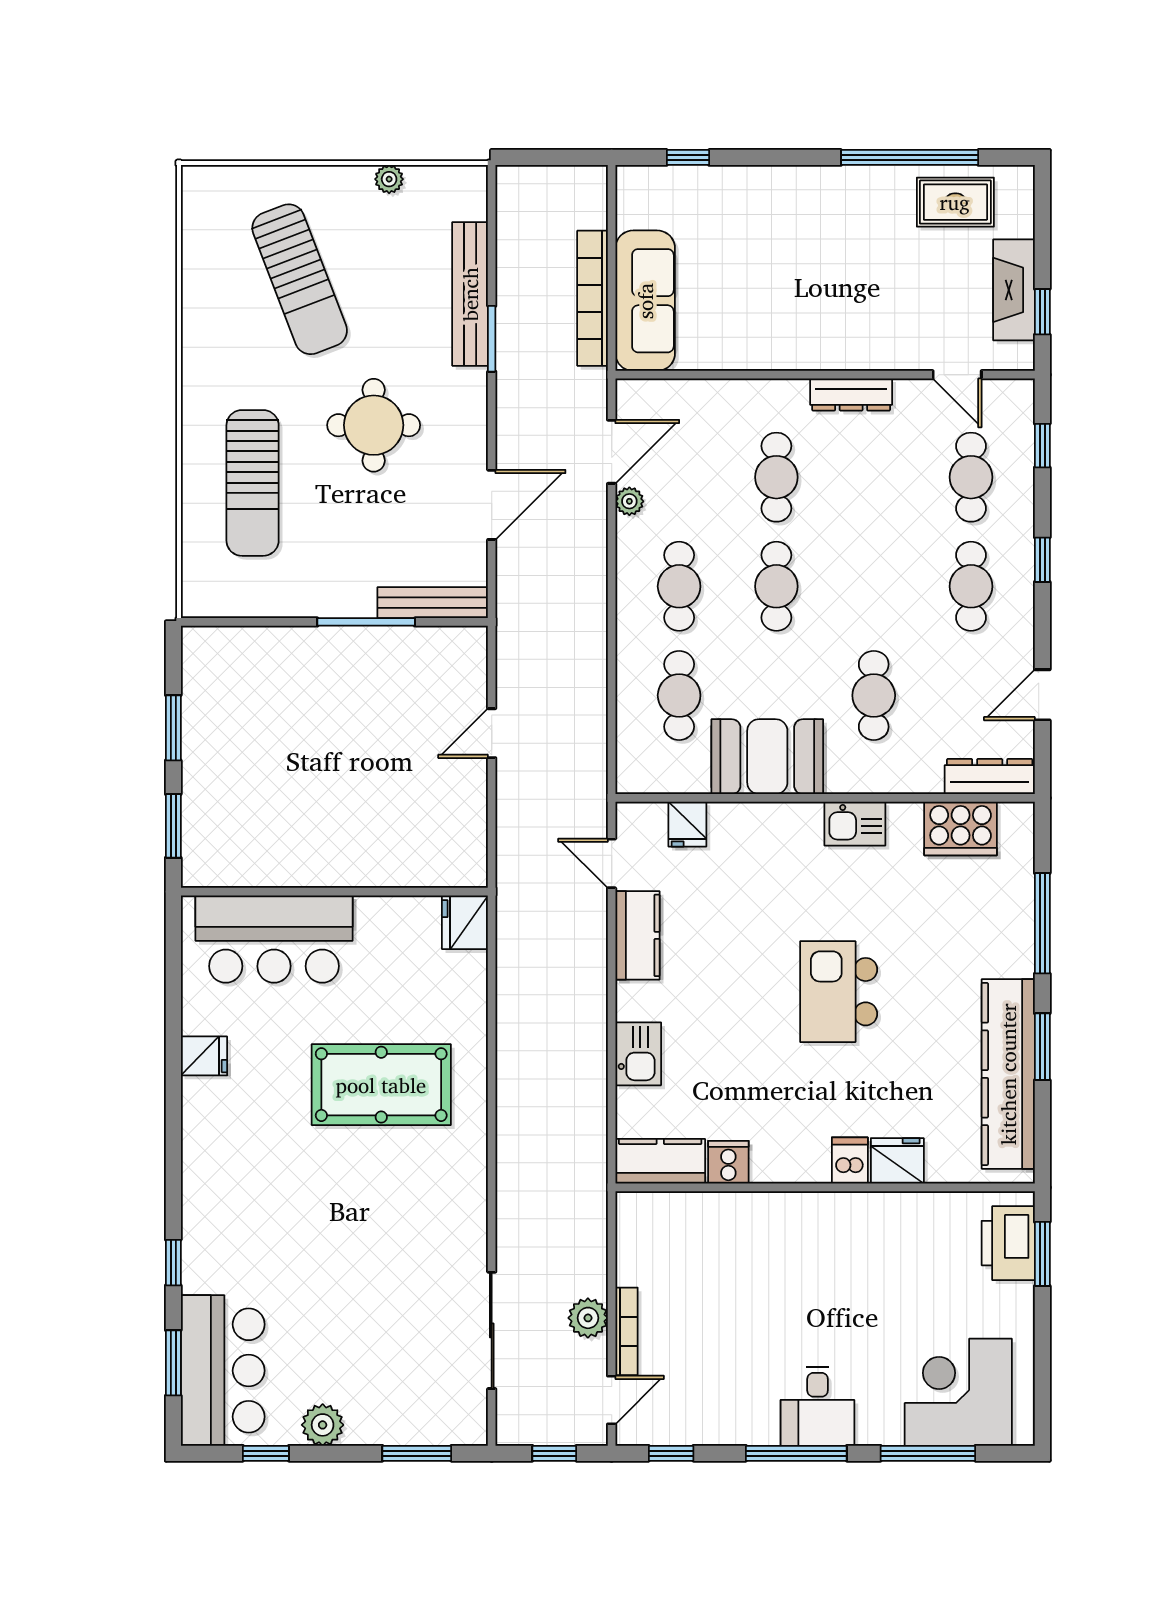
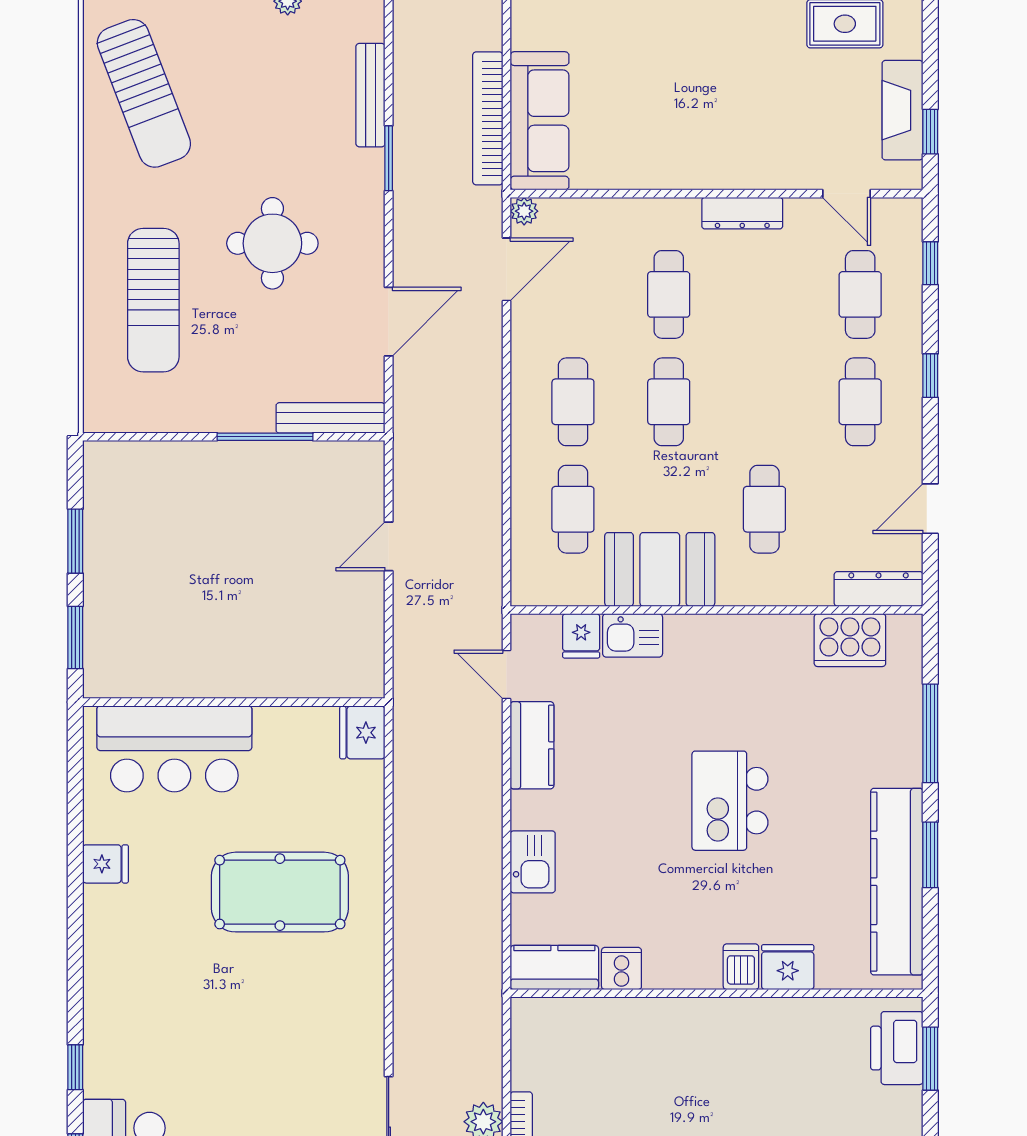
sun lounger: (300, 279) -> (144, 93), moved
bench: (470, 294) -> (370, 95), width x0.73, depth x0.82
plant: (629, 501) -> (524, 211), moved
kitchen sink: (855, 824) -> (633, 635), moved

